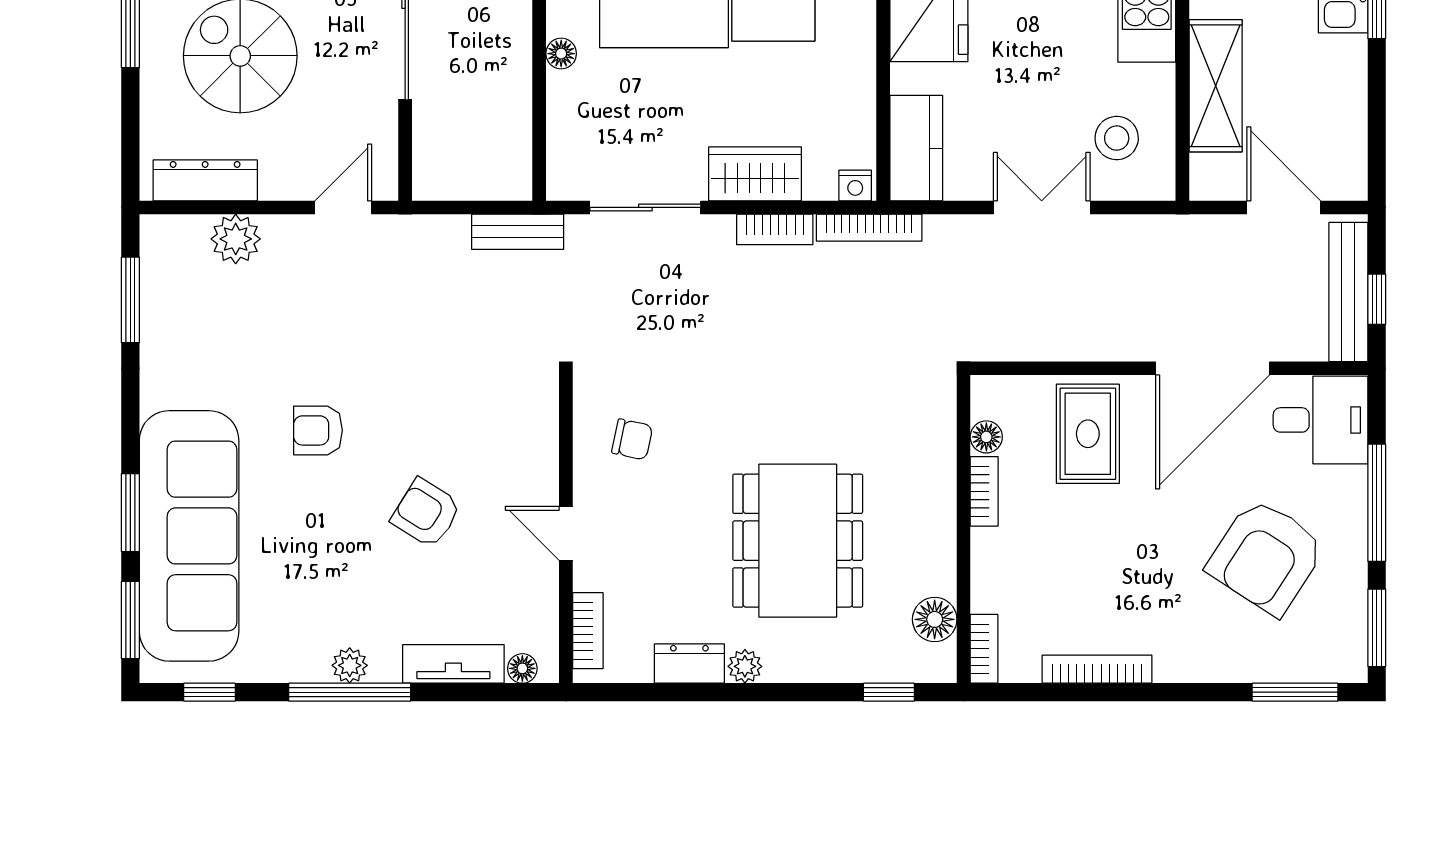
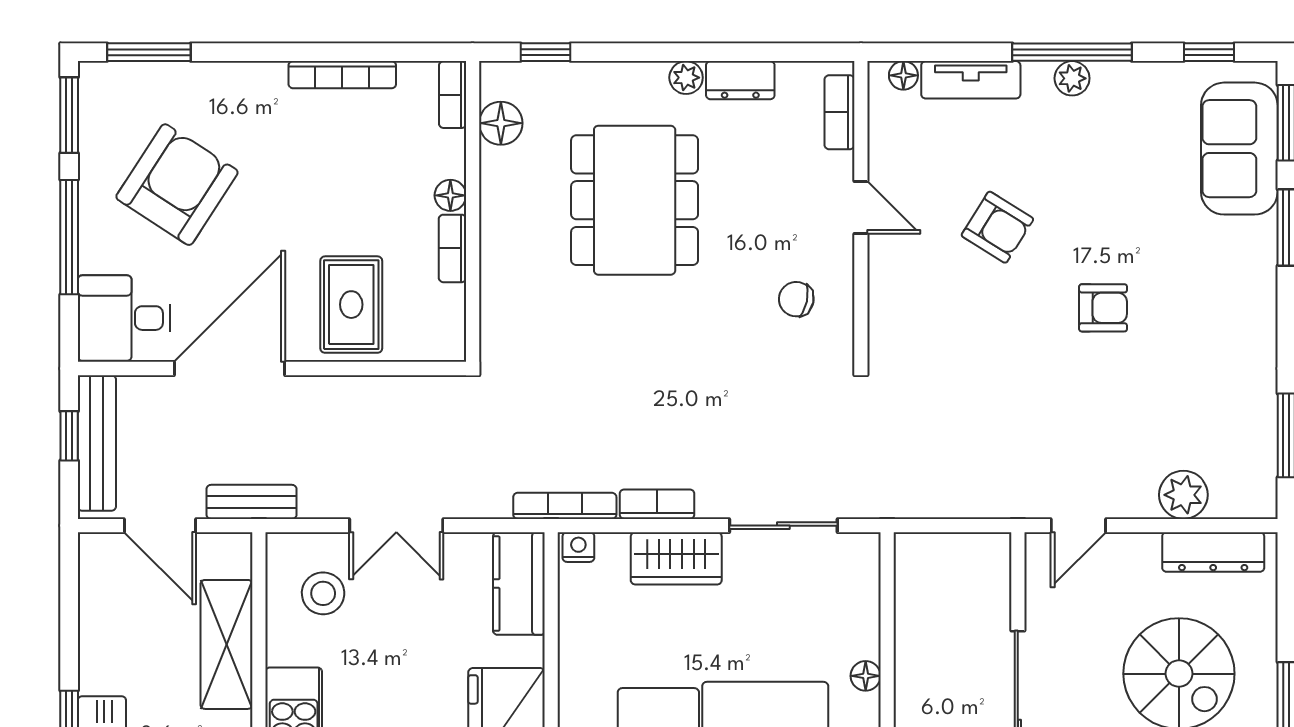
bench: (518, 232) -> (252, 502), moved
floor lamp: (986, 437) -> (450, 195), moved
sofa: (189, 536) -> (1239, 149), width x0.54, depth x0.79

